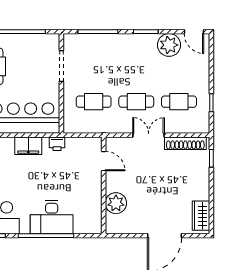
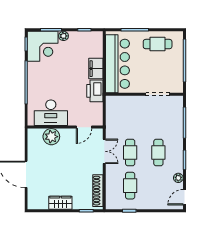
plant: (169, 45) -> (178, 178), width x0.53, depth x0.53
cafe table: (94, 102) -> (158, 152), moved
double door: (149, 135) -> (104, 151), moved
printer: (57, 144) -> (95, 91), width x1.87, depth x1.48
wardrobe: (201, 216) -> (60, 203), moved
desk: (52, 217) -> (51, 113), moved, turned -90

